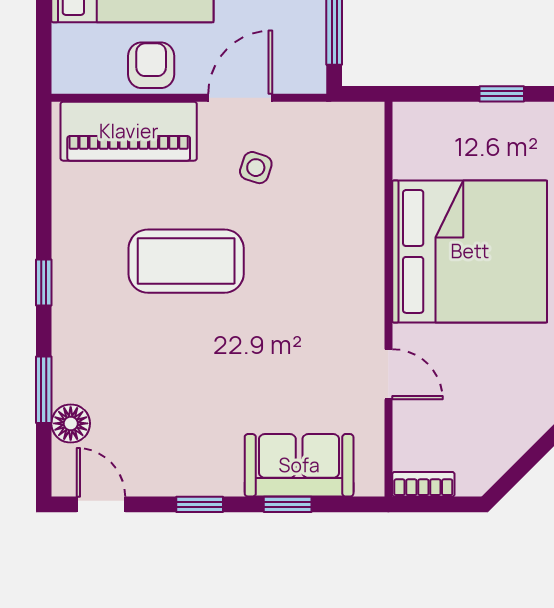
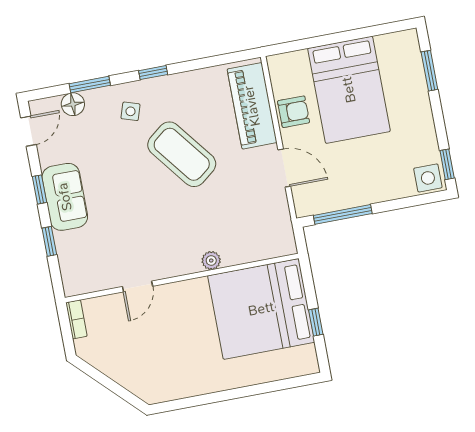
side table: (256, 168) -> (131, 111), moved
plant: (369, 246) -> (211, 261), added
bed: (470, 251) -> (261, 309), moved, turned 90
coffee table: (186, 261) -> (182, 154), turned -38
sofa: (299, 465) -> (65, 197), moved

